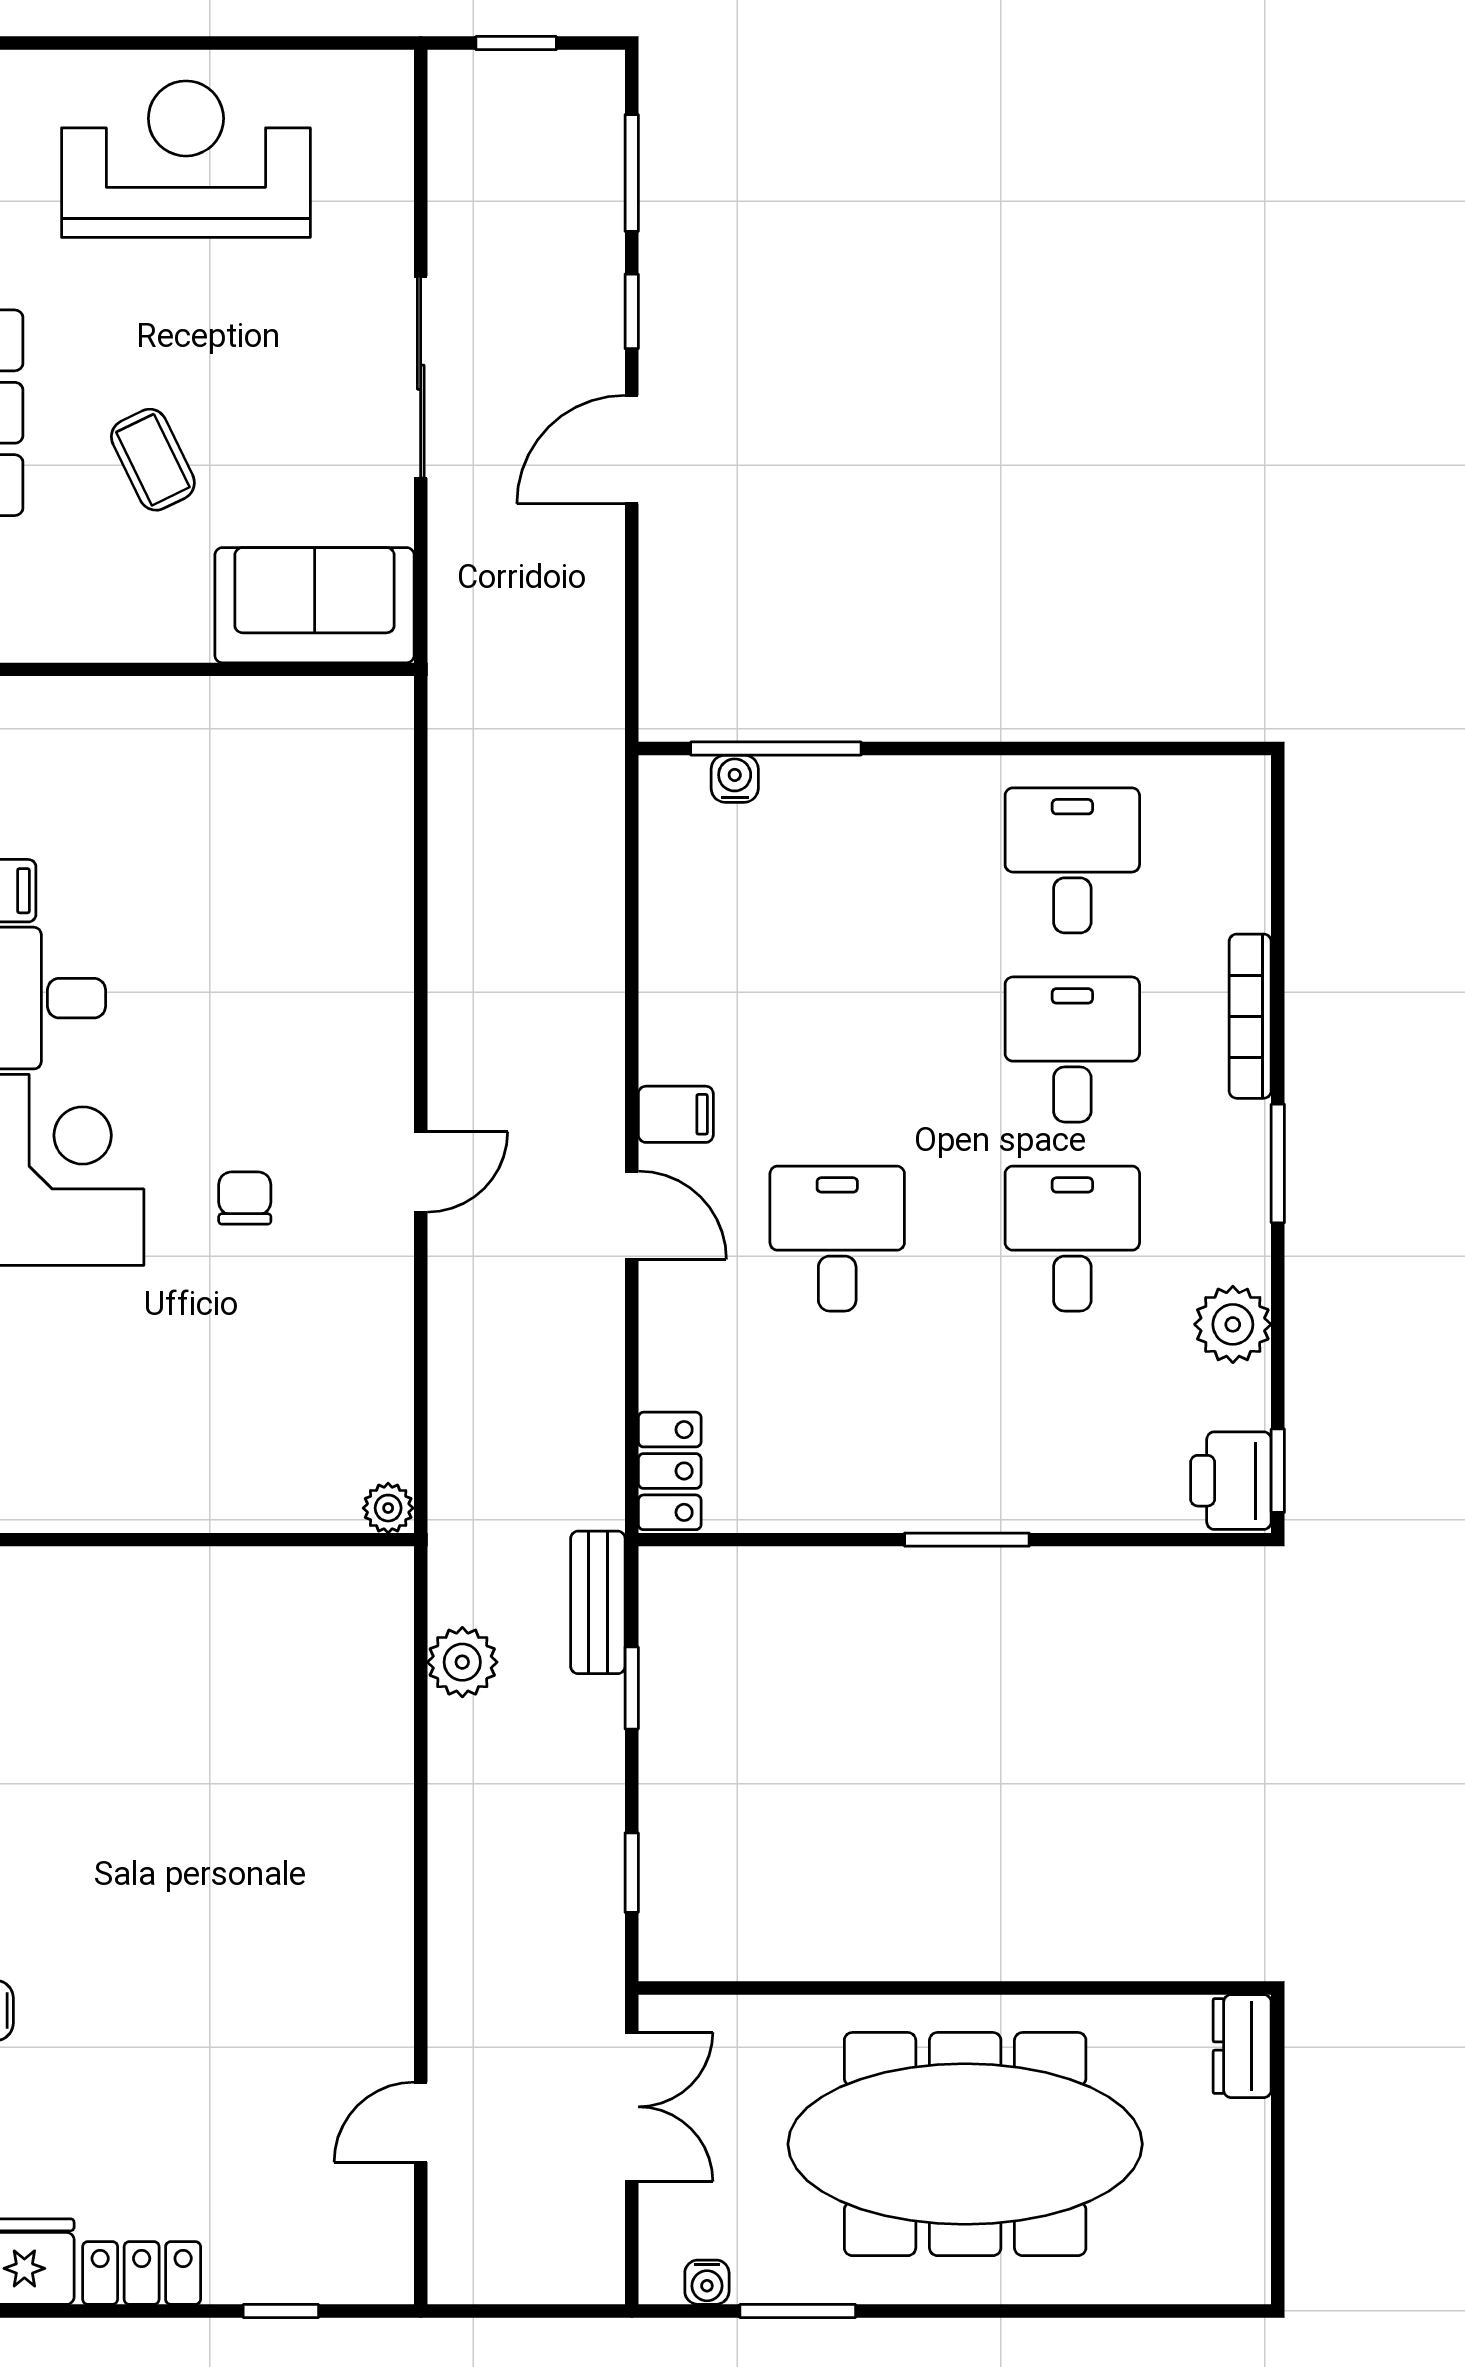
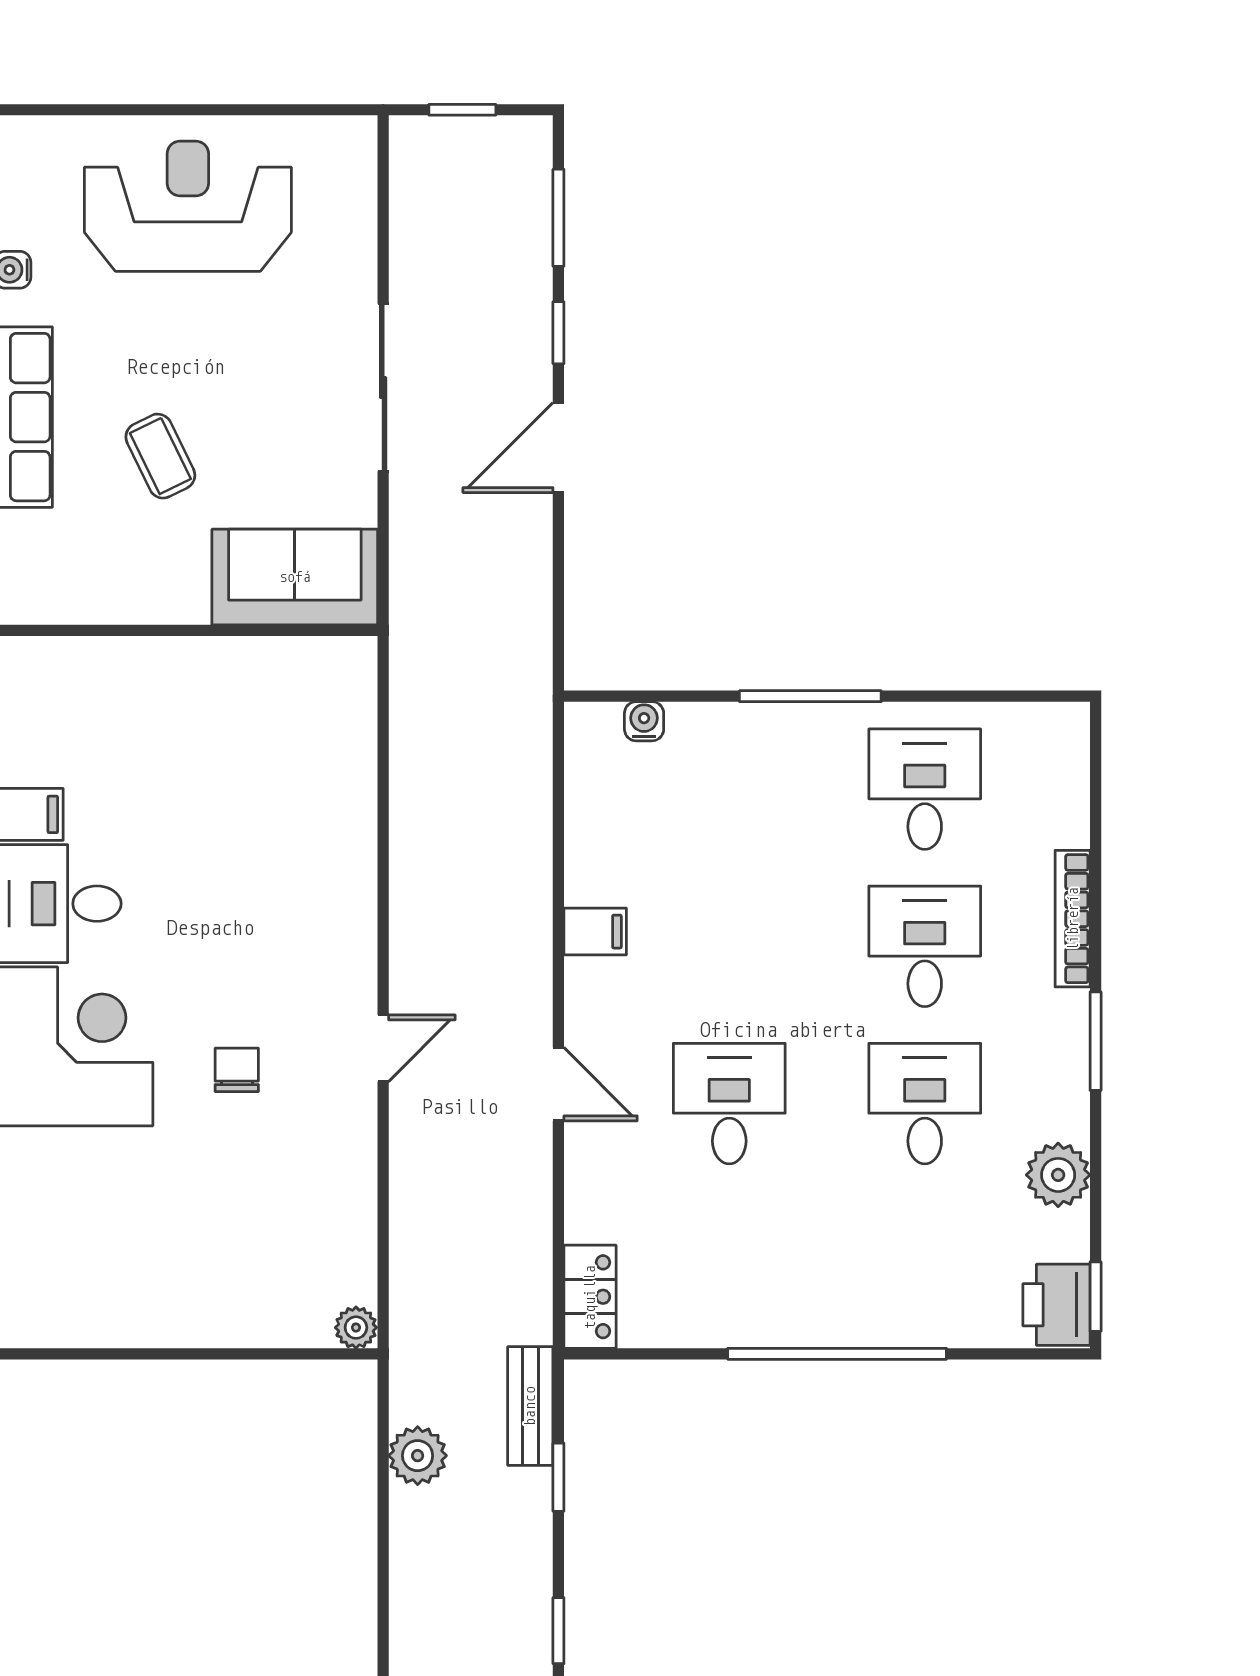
window: (776, 748) -> (810, 696), moved
filing cabinet: (676, 1114) -> (595, 932), moved
window: (967, 1540) -> (837, 1354), width x2.11

